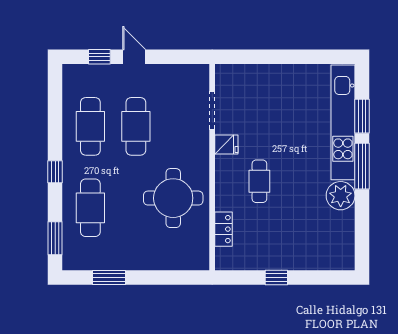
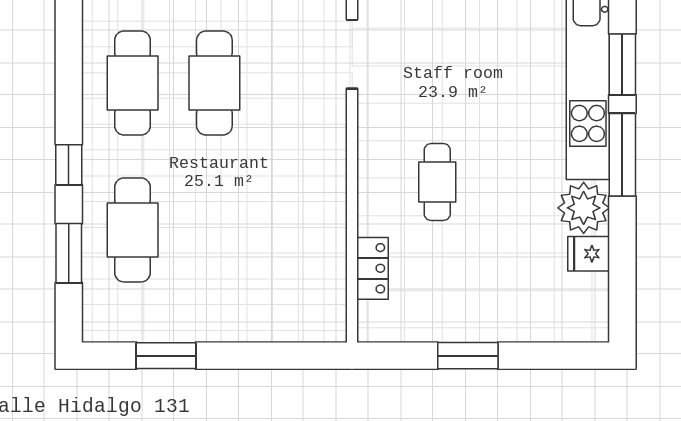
fridge: (226, 144) -> (589, 254), moved, turned 180
round table: (173, 198) -> (282, 212), removed
window: (55, 238) -> (69, 253), moved
window: (276, 278) -> (468, 356), width x1.50

